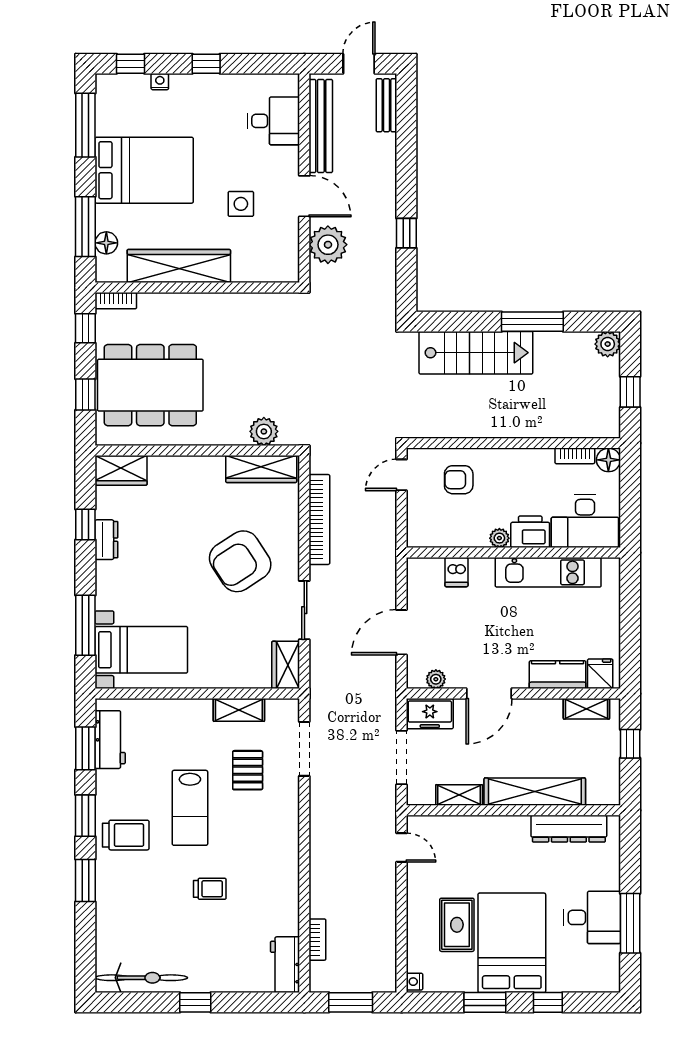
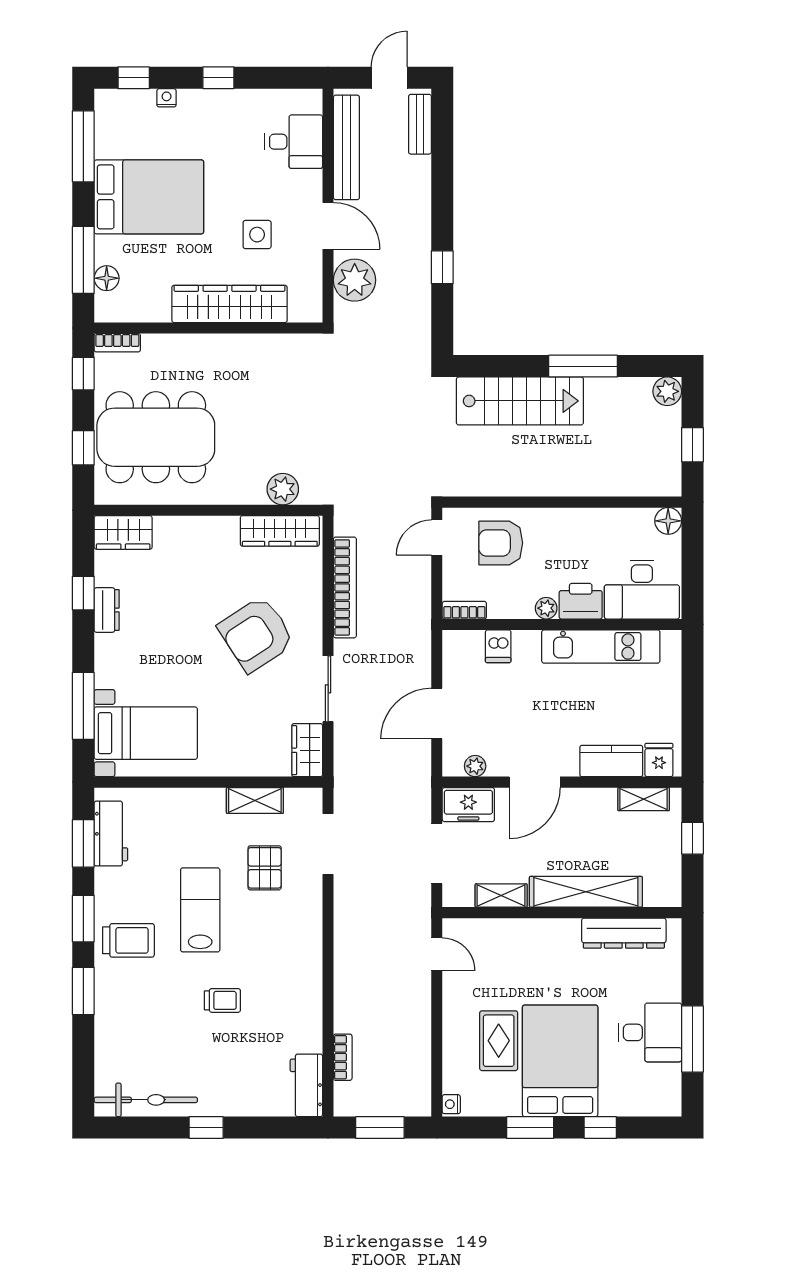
wardrobe: (179, 266) -> (230, 304), moved
bookcase: (575, 456) -> (464, 610), moved, turned 180
armchair: (459, 480) -> (501, 543), width x1.38, depth x1.38
lab bench: (190, 808) -> (200, 910), turned 180

